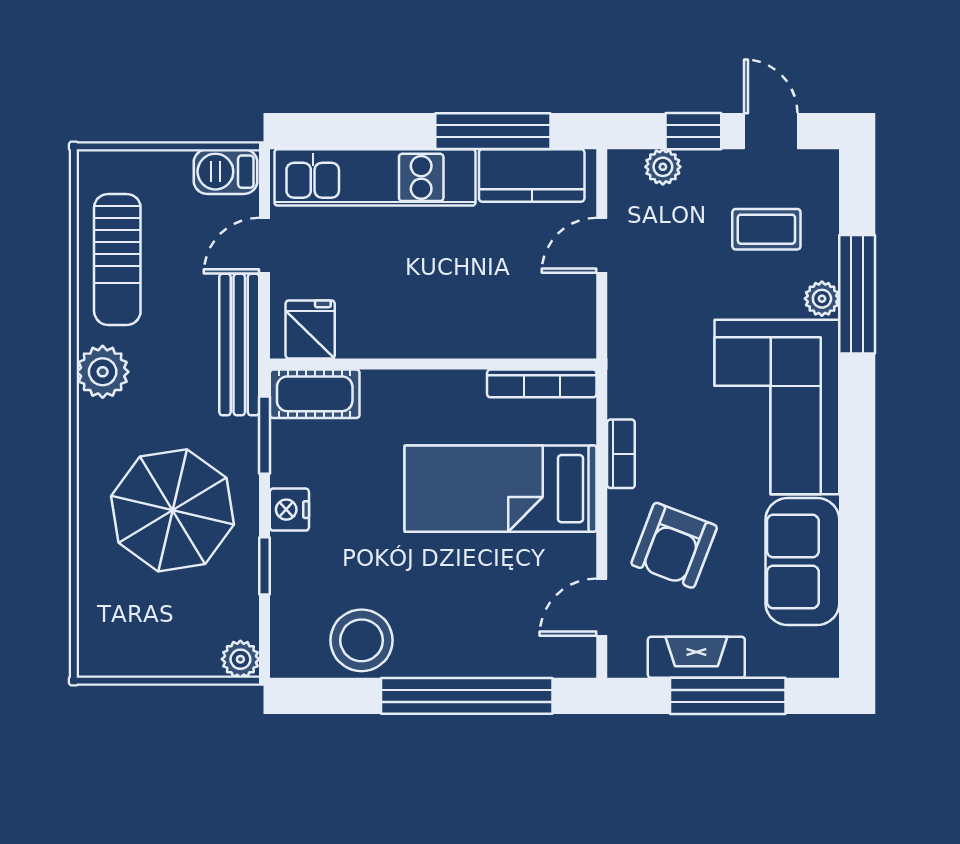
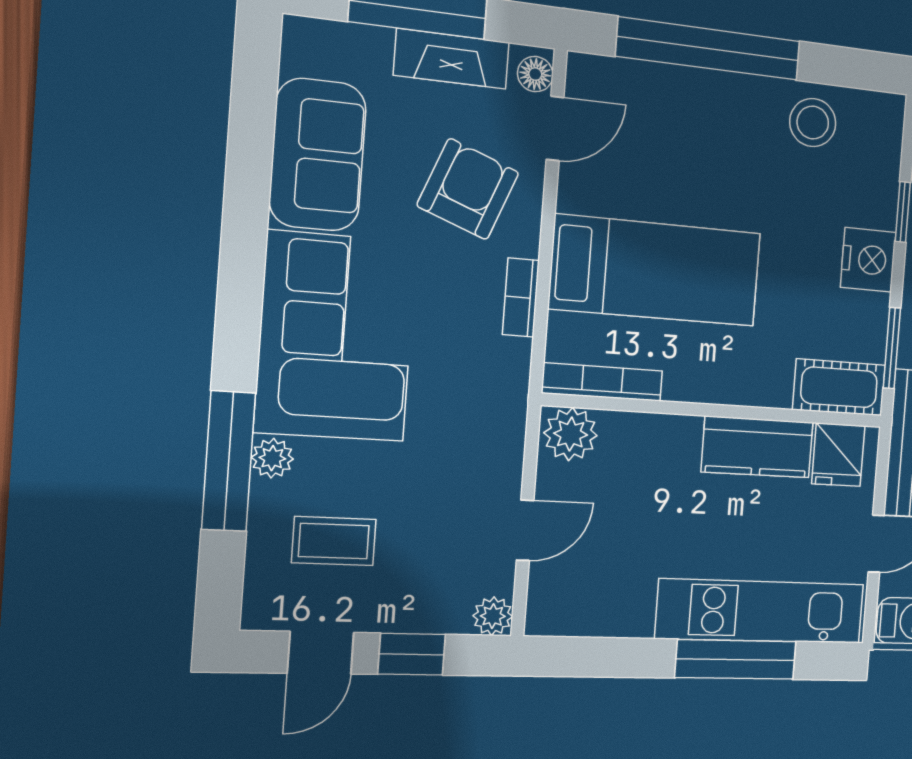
window: (493, 131) -> (736, 659), moved
door: (771, 131) -> (321, 653), hinge flipped
plant: (663, 167) -> (493, 616), moved
kitchen counter: (532, 175) -> (757, 447), moved, turned 180
plant: (567, 334) -> (571, 434), added
nightstand: (289, 510) -> (868, 260), width x1.36, depth x1.33
stool: (362, 640) -> (813, 123), width x0.73, depth x0.73
floor lamp: (623, 653) -> (535, 74), added

